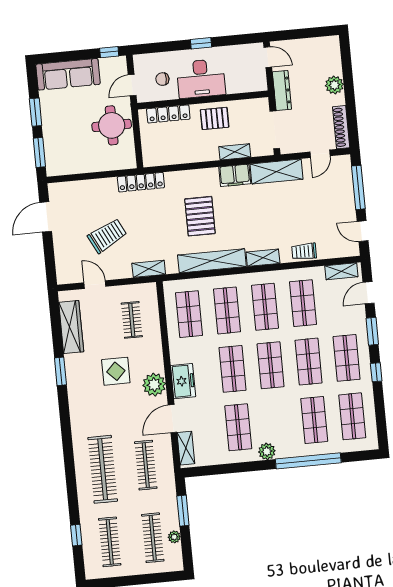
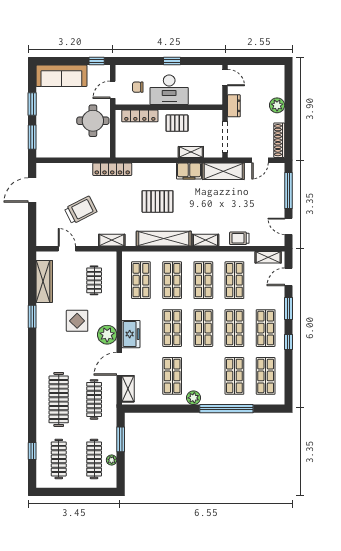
dresser: (282, 91) -> (234, 106), width x0.70
pallet: (200, 216) -> (158, 201), turned 90

